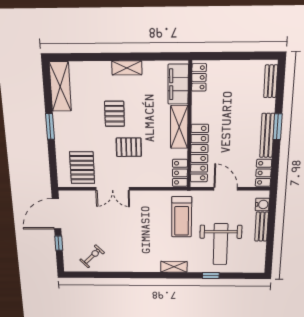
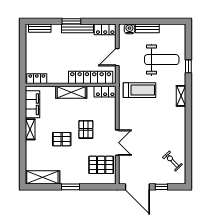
filing cabinet: (178, 84) -> (32, 104), moved, turned -90

